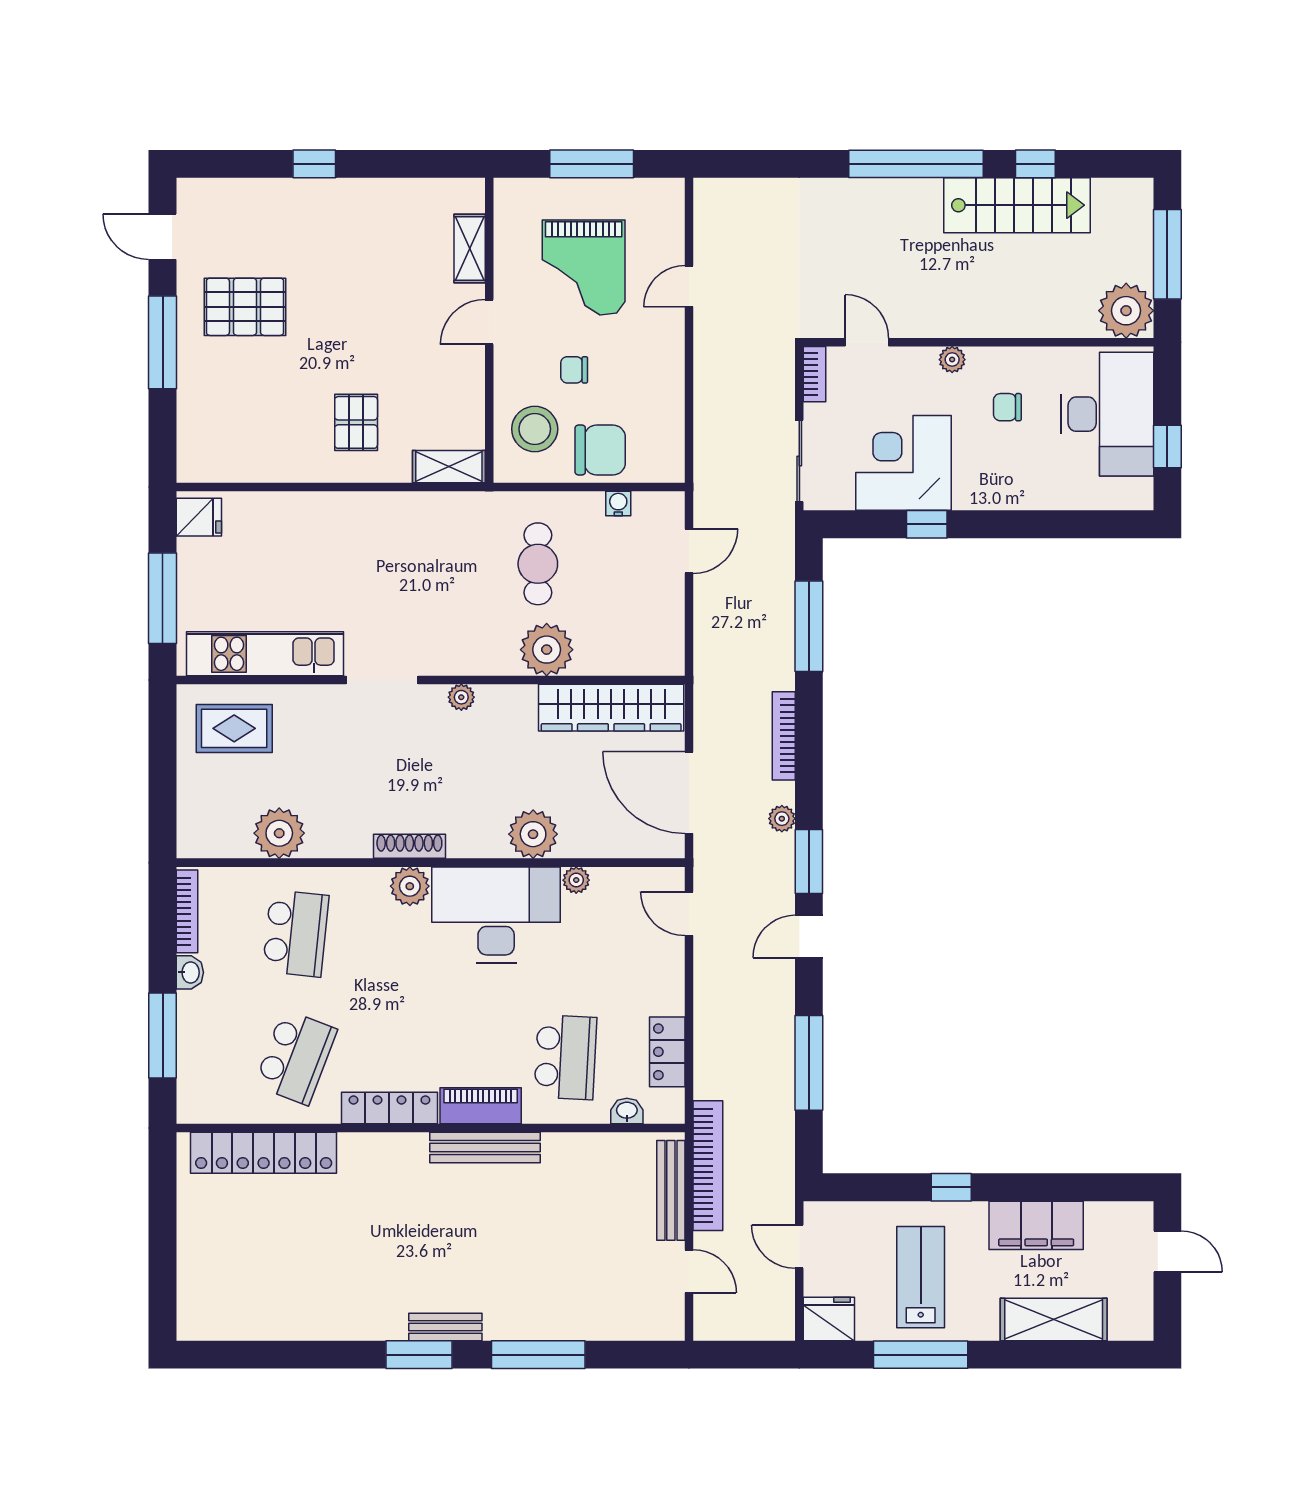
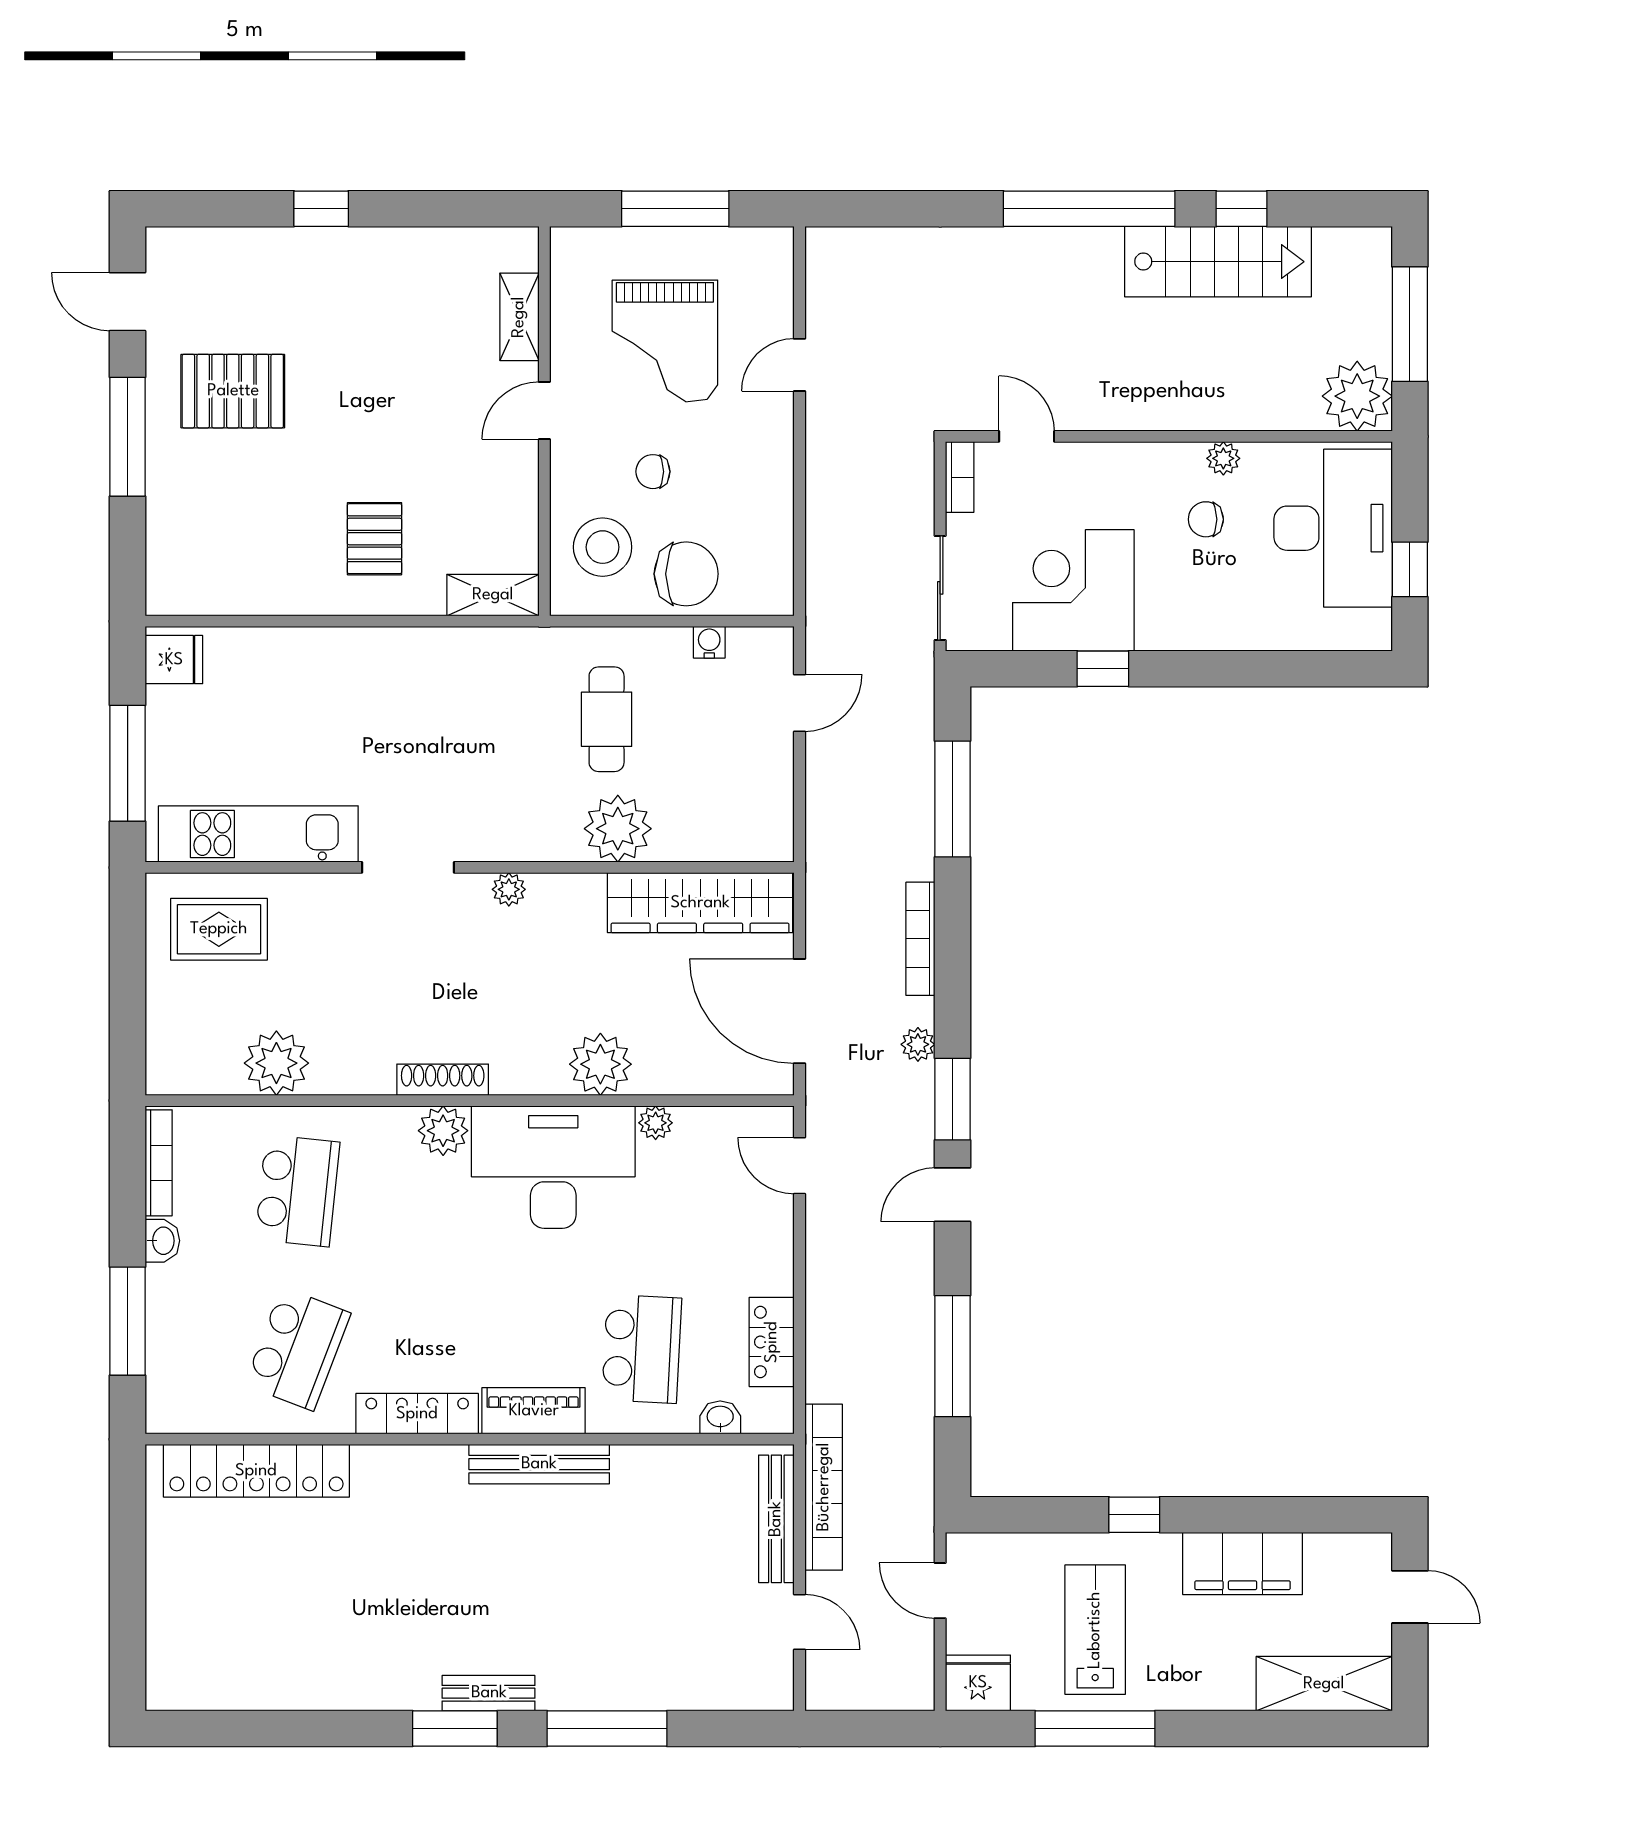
plant: (952, 360) -> (1223, 458), moved
shelving: (1054, 1320) -> (1324, 1684), moved

